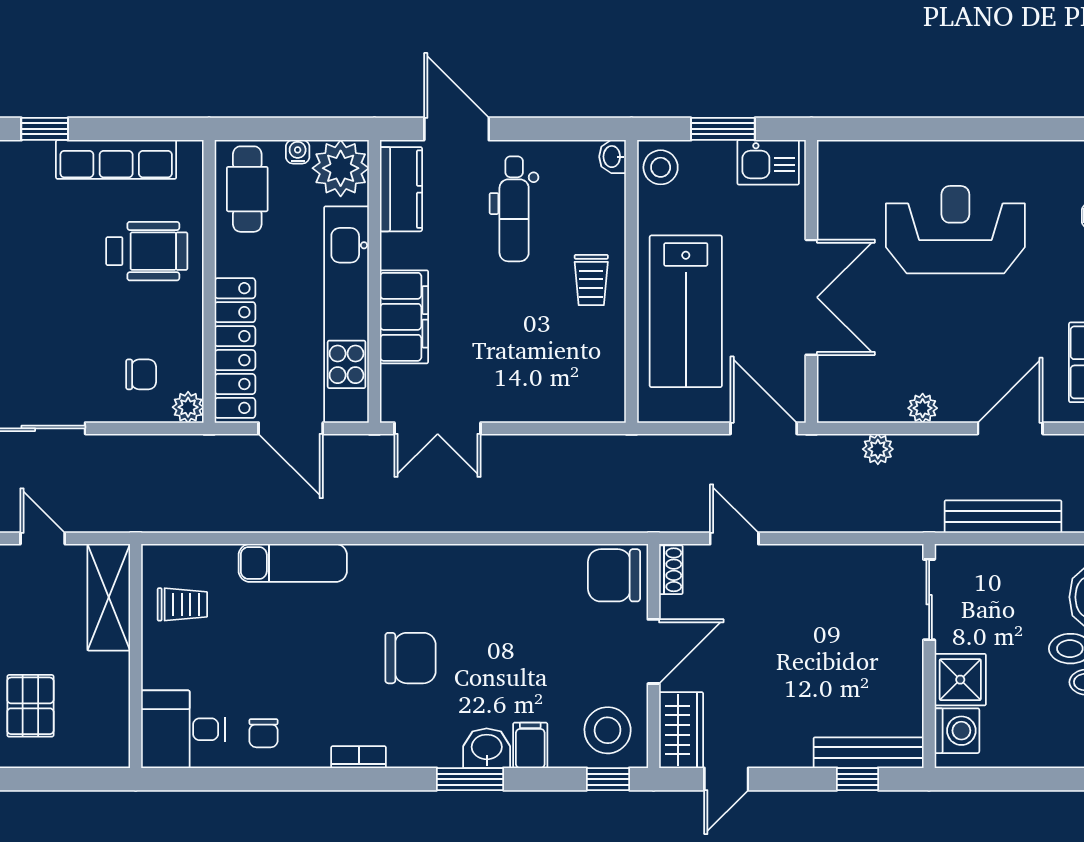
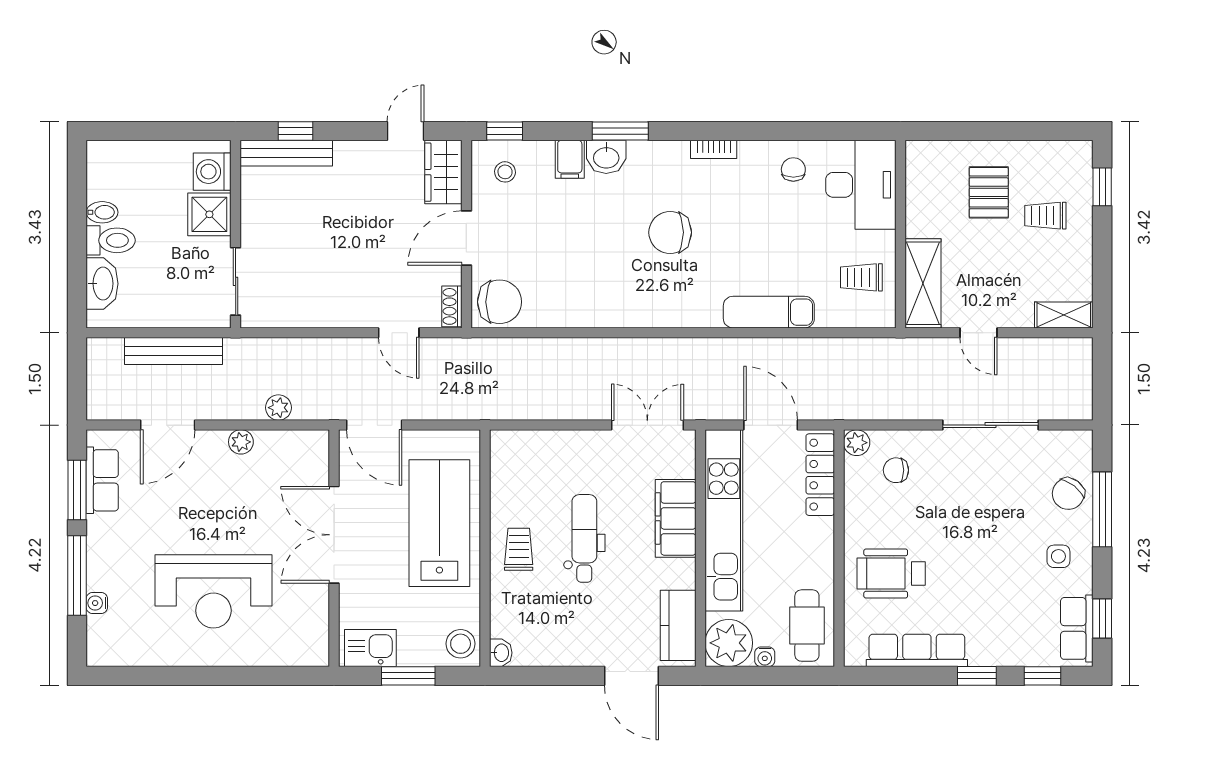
dental chair: (514, 209) -> (584, 538), moved
locker: (235, 348) -> (820, 475), width x0.71, depth x0.83
desk: (183, 729) -> (861, 185), width x1.37
stool: (608, 730) -> (505, 172), width x0.53, depth x0.53

